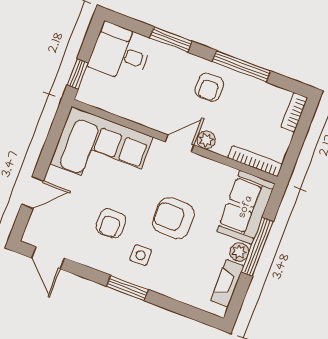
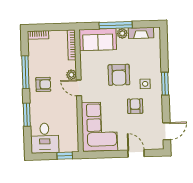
armchair: (111, 223) -> (135, 106), turned -90

